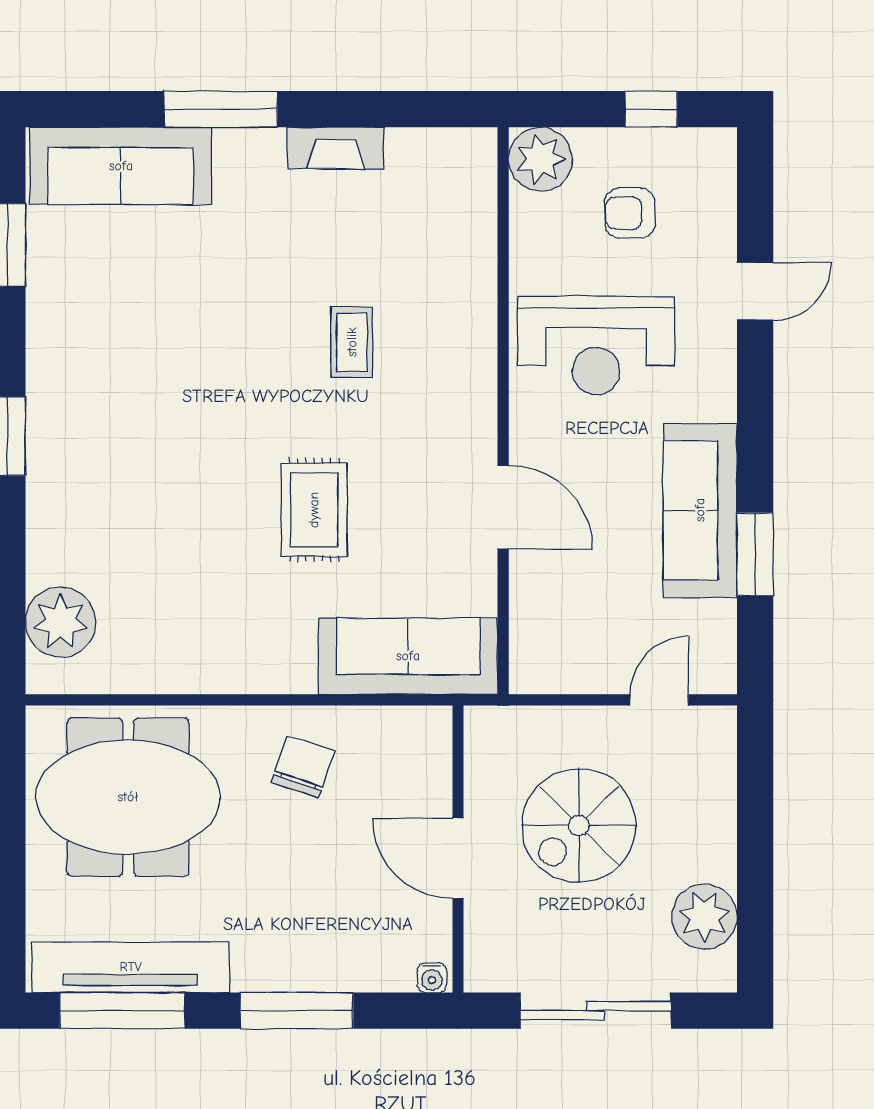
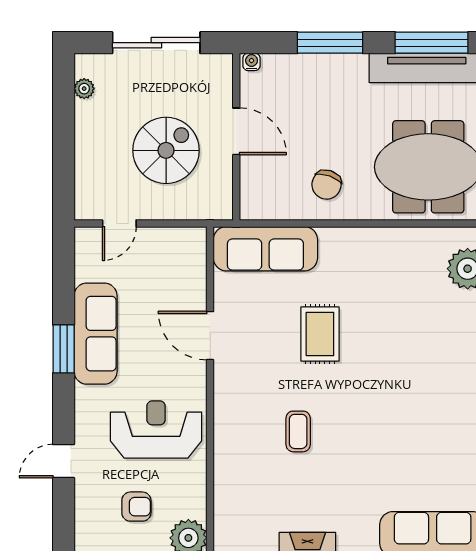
window: (755, 554) -> (64, 349), moved
plant: (704, 917) -> (84, 89), width x0.53, depth x0.53

